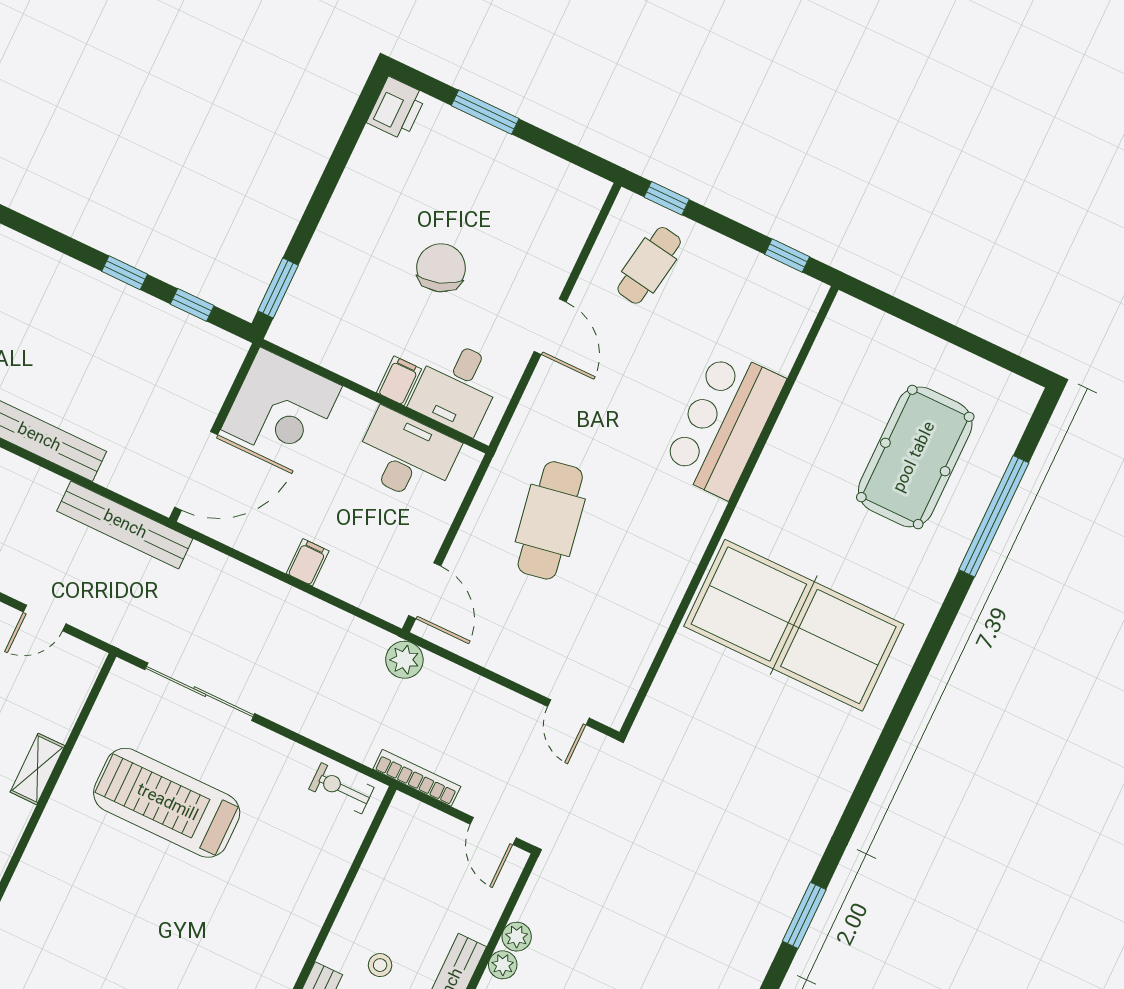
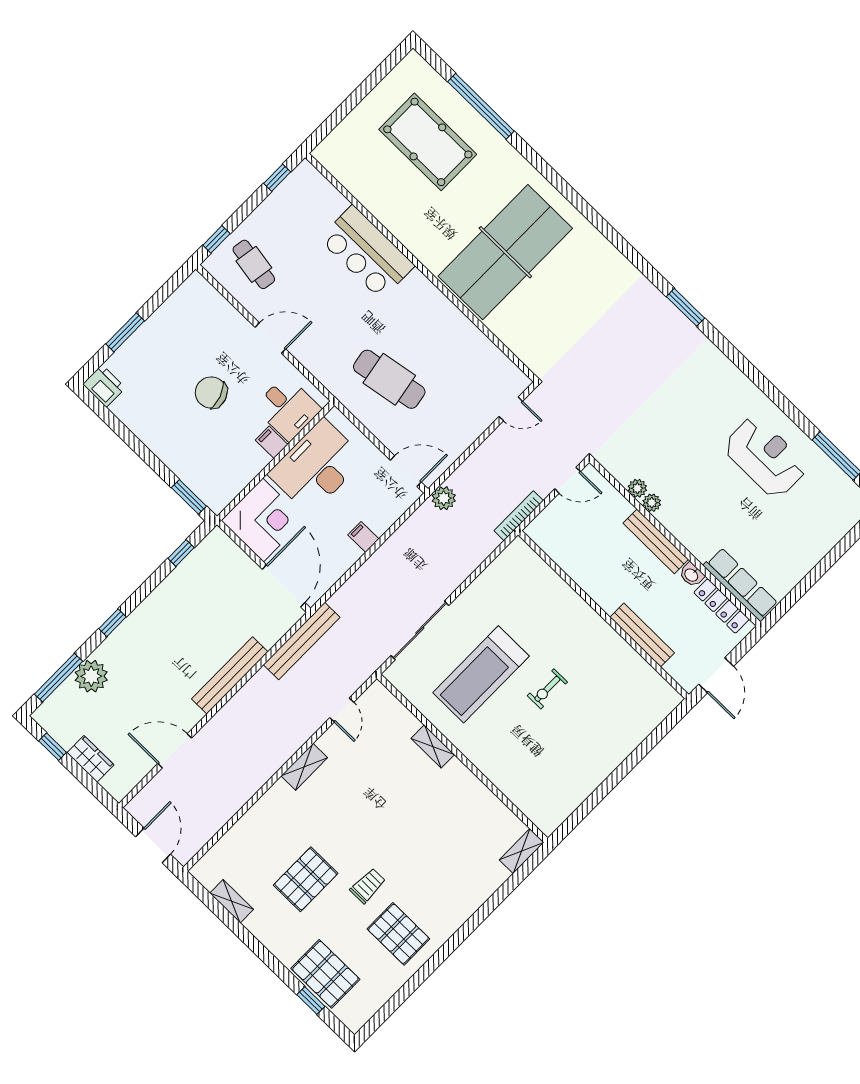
window: (125, 273) -> (112, 623), moved
desk: (406, 456) -> (317, 467), width x1.36, depth x1.30
exercise bike: (341, 788) -> (547, 689), moved
stool: (380, 965) -> (626, 578), removed

